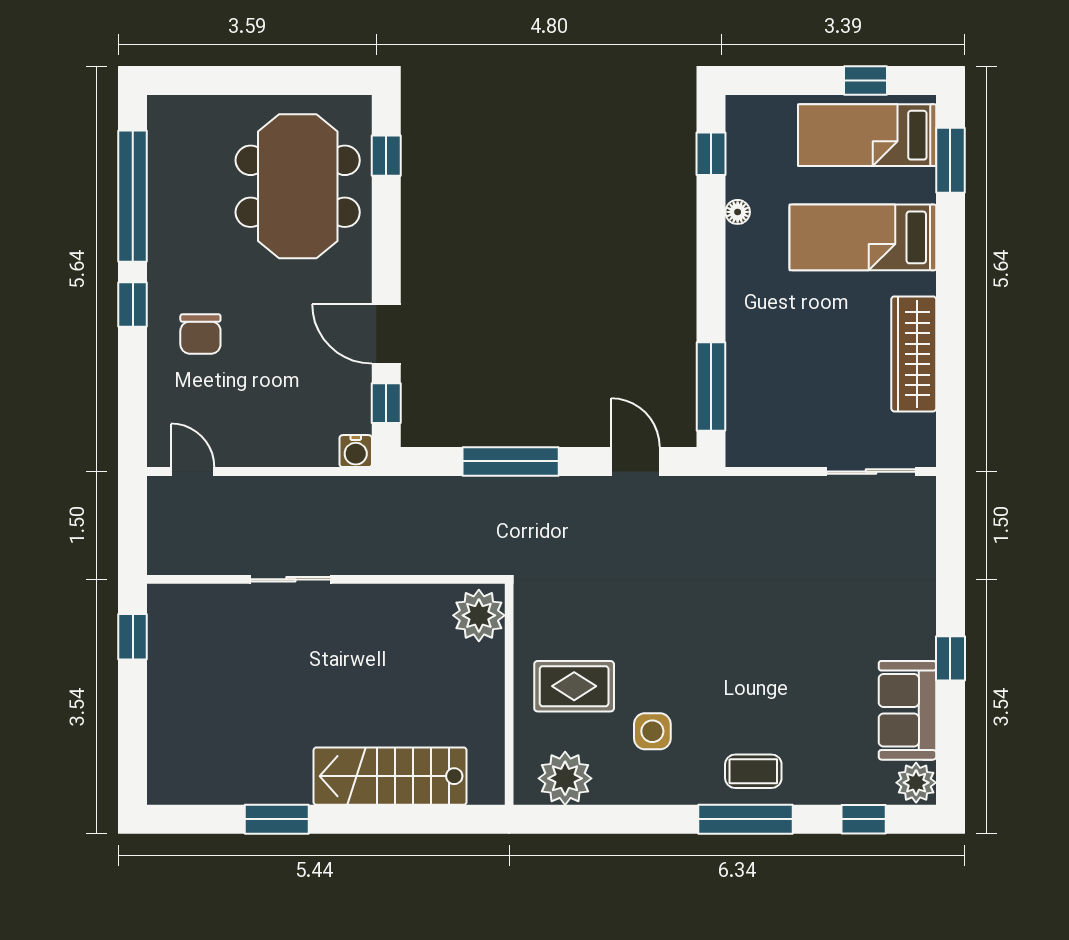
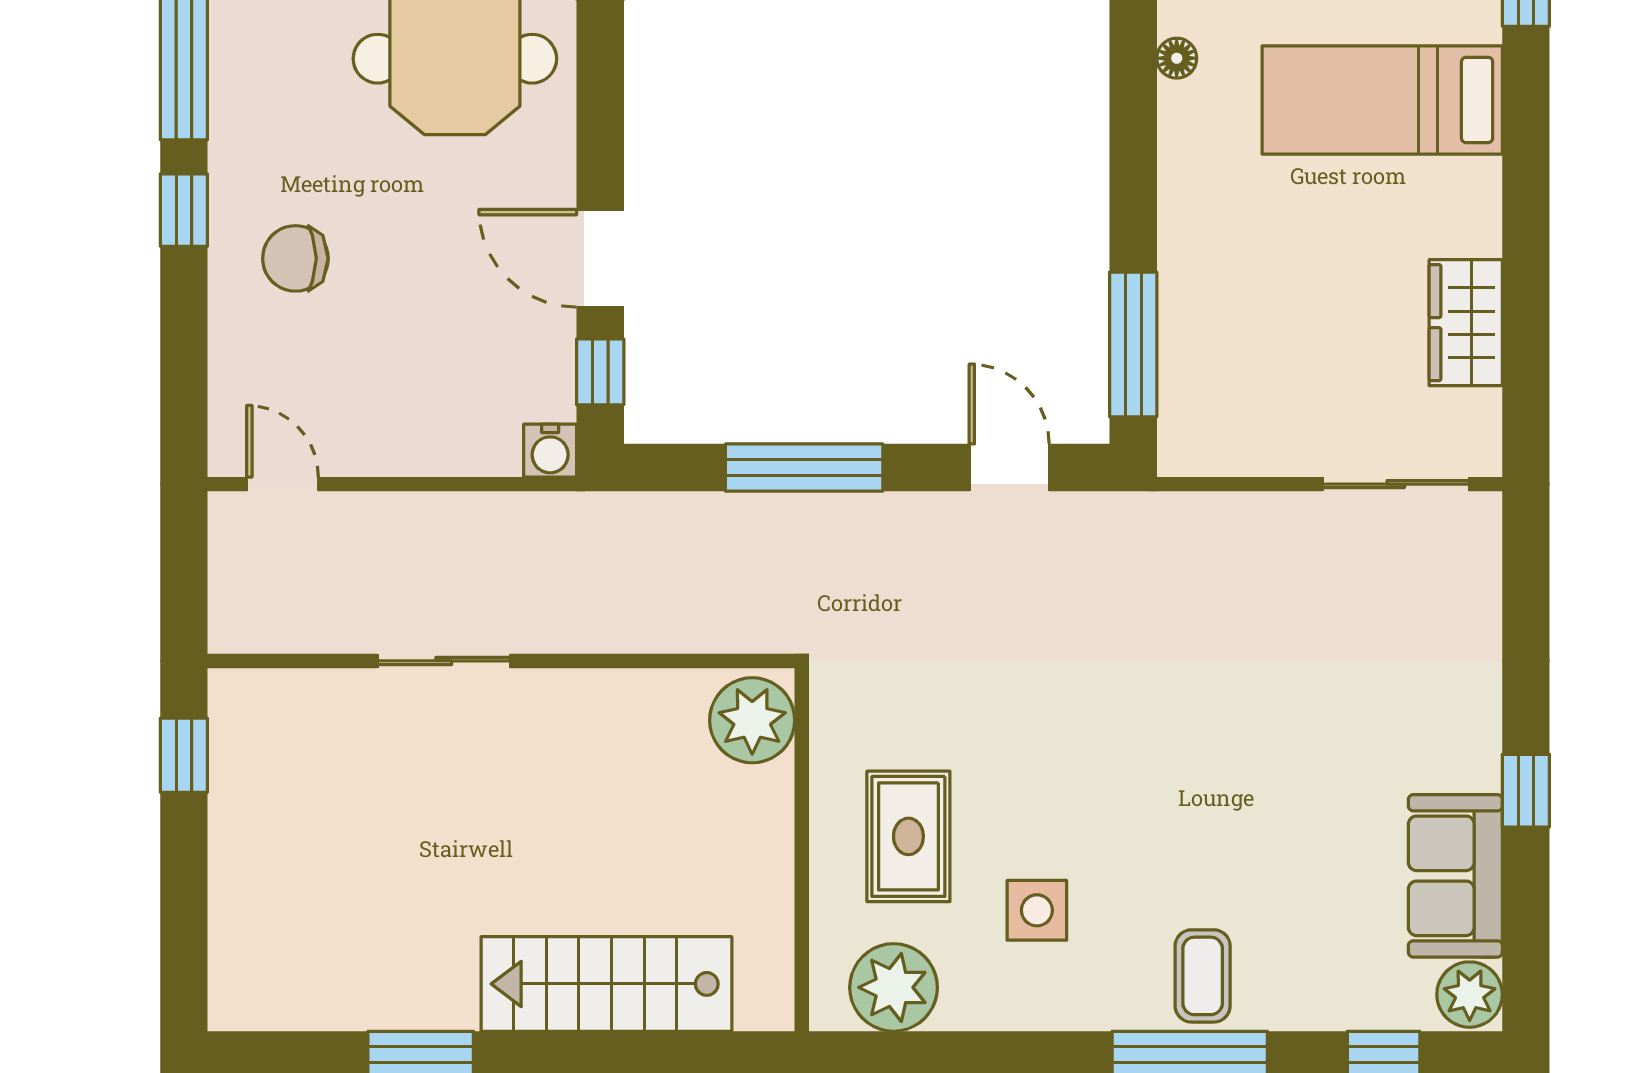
chair: (200, 334) -> (295, 258), turned 90
wardrobe: (914, 354) -> (1466, 323), width x0.67
rug: (574, 686) -> (908, 836), turned 90
coffee table: (753, 771) -> (1203, 976), turned 90

